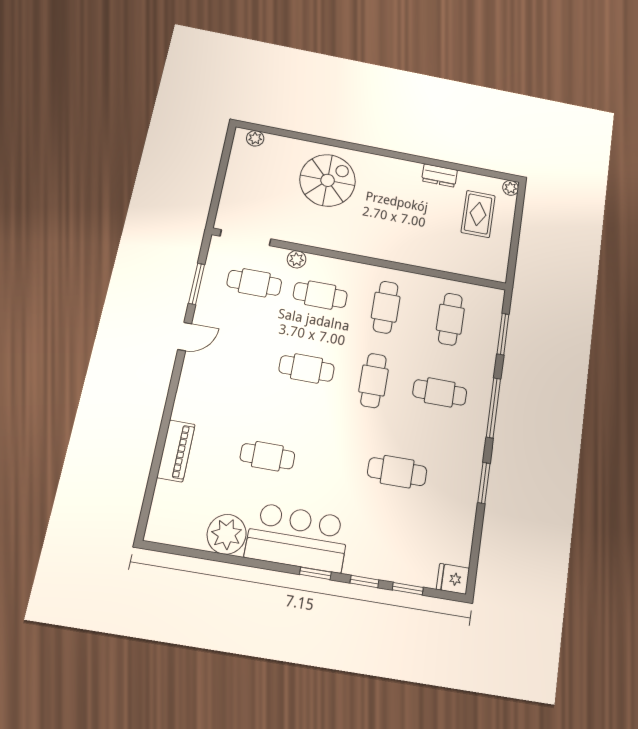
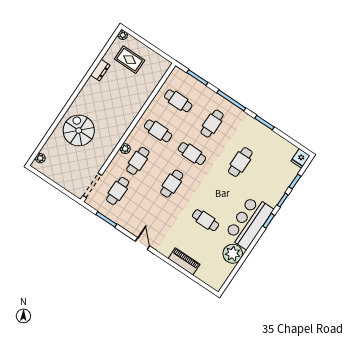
plant: (297, 259) -> (125, 149), moved
door: (185, 337) -> (142, 244), moved
cafe table: (267, 456) -> (206, 220), turned 90

